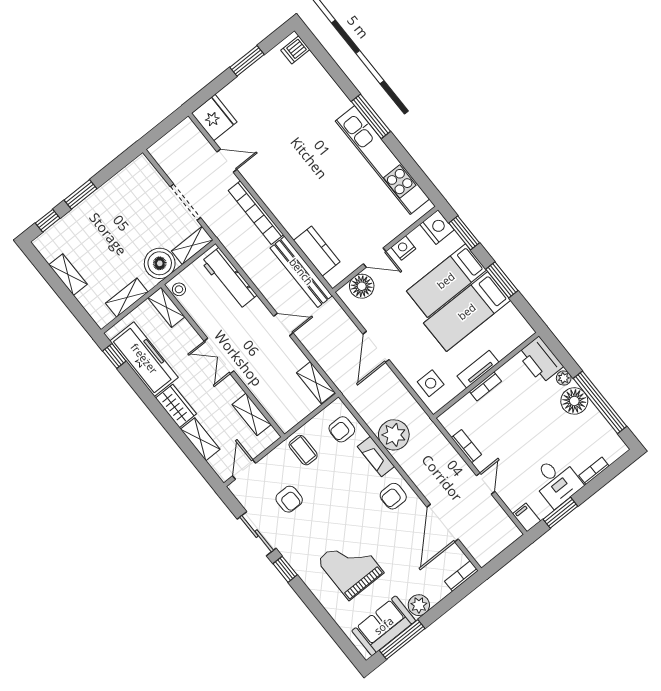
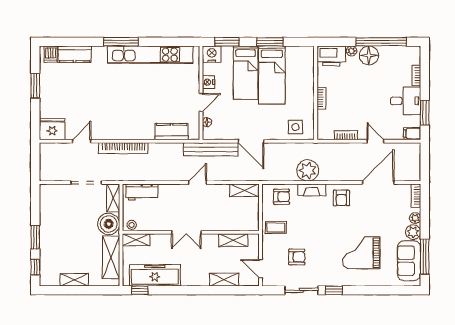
kitchen counter: (316, 76) -> (75, 54), added
bench: (301, 272) -> (211, 149), moved
workbench: (229, 278) -> (142, 192), width x0.73
floor lamp: (362, 286) -> (207, 122), width x0.53, depth x0.53
shelving: (127, 298) -> (111, 257), width x1.50, depth x1.33
tv unit: (478, 369) -> (309, 95), removed
wardrobe: (176, 406) -> (195, 278), removed
armchair: (342, 429) -> (282, 197), turned -90
door: (443, 523) -> (378, 183), swing flipped
plant: (436, 595) -> (415, 218), added

